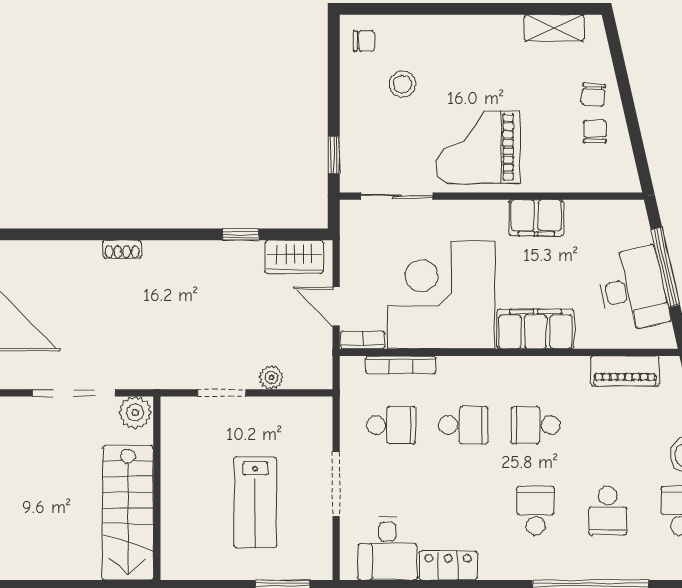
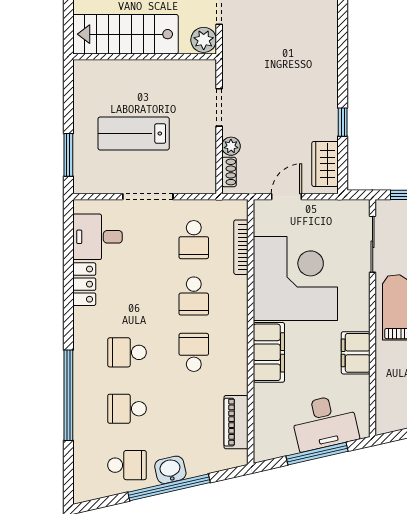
shoe rack: (122, 249) -> (229, 172), moved, turned 180
desk: (633, 289) -> (325, 422), moved
bookcase: (363, 340) -> (260, 217), removed
school desk: (536, 511) -> (127, 352), turned 180

